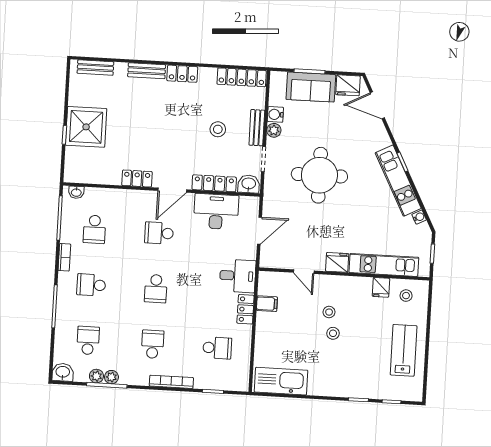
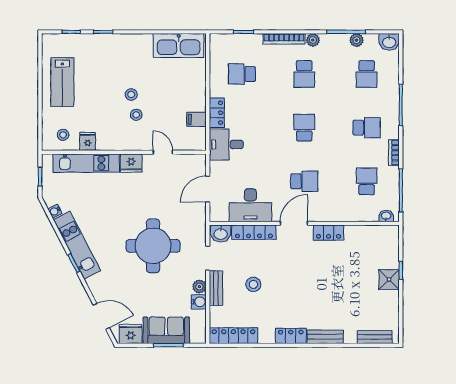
shower: (86, 127) -> (389, 279), width x0.54, depth x0.54
plant: (111, 377) -> (313, 40), moved

